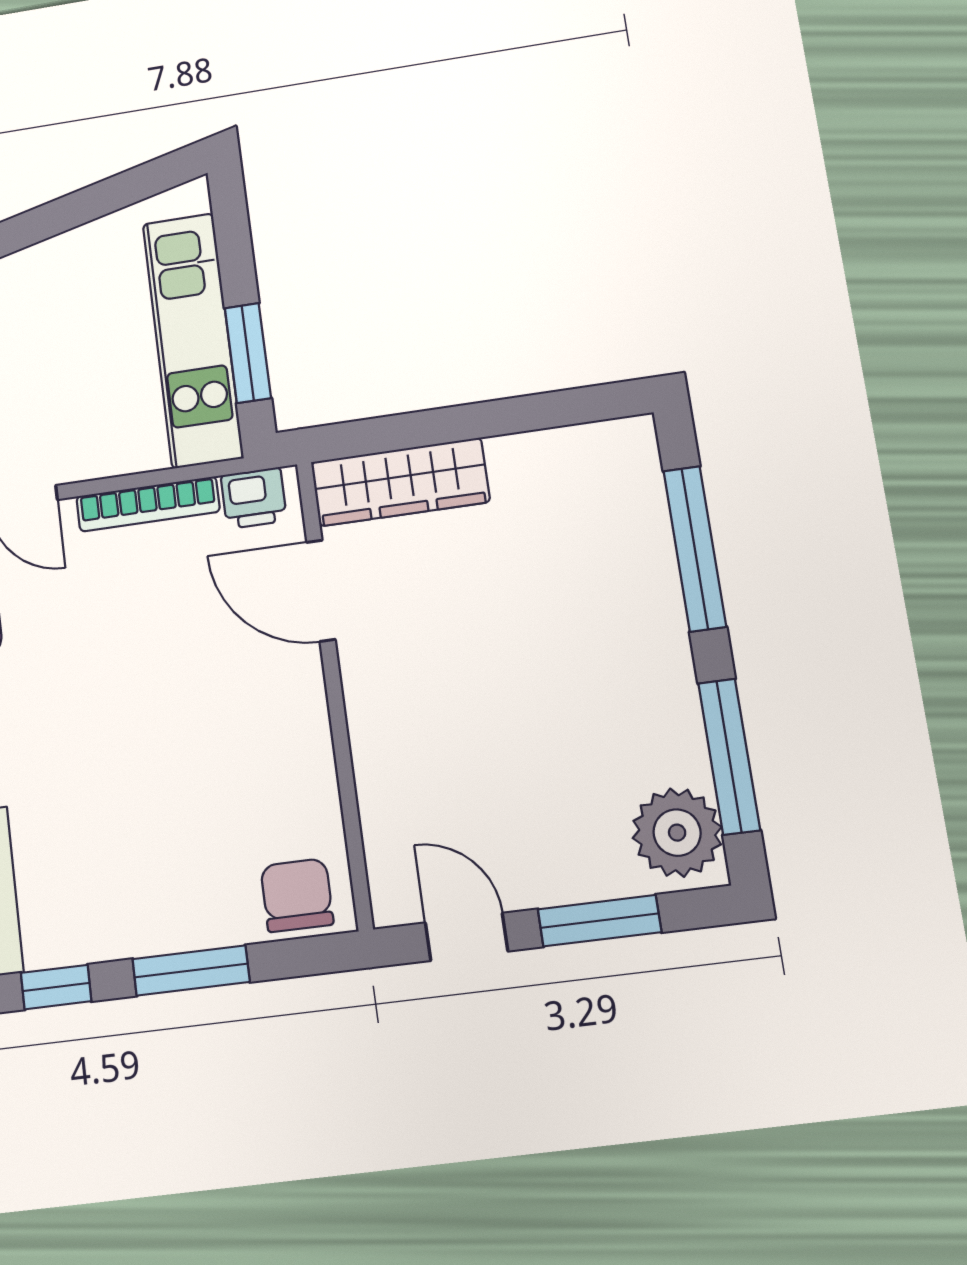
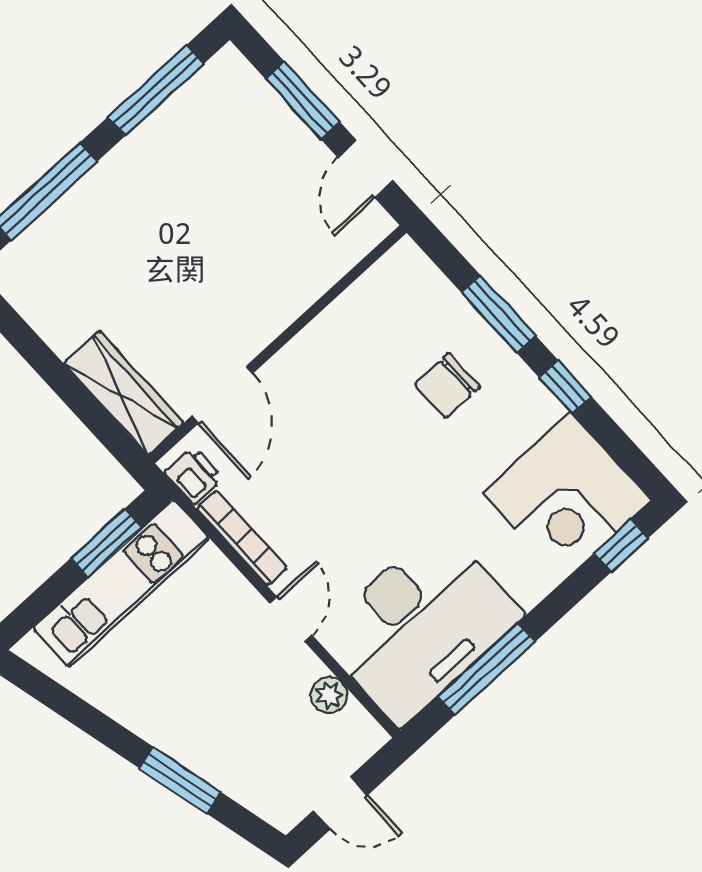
plant: (677, 833) -> (221, 90), removed
chair: (297, 895) -> (447, 386), moved

